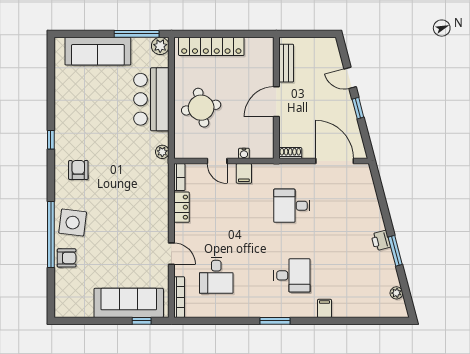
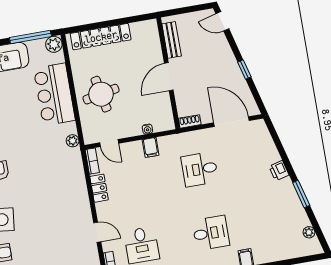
door: (350, 78) -> (222, 21), moved
door: (217, 161) -> (109, 143), moved
printer: (381, 240) -> (279, 171), moved

